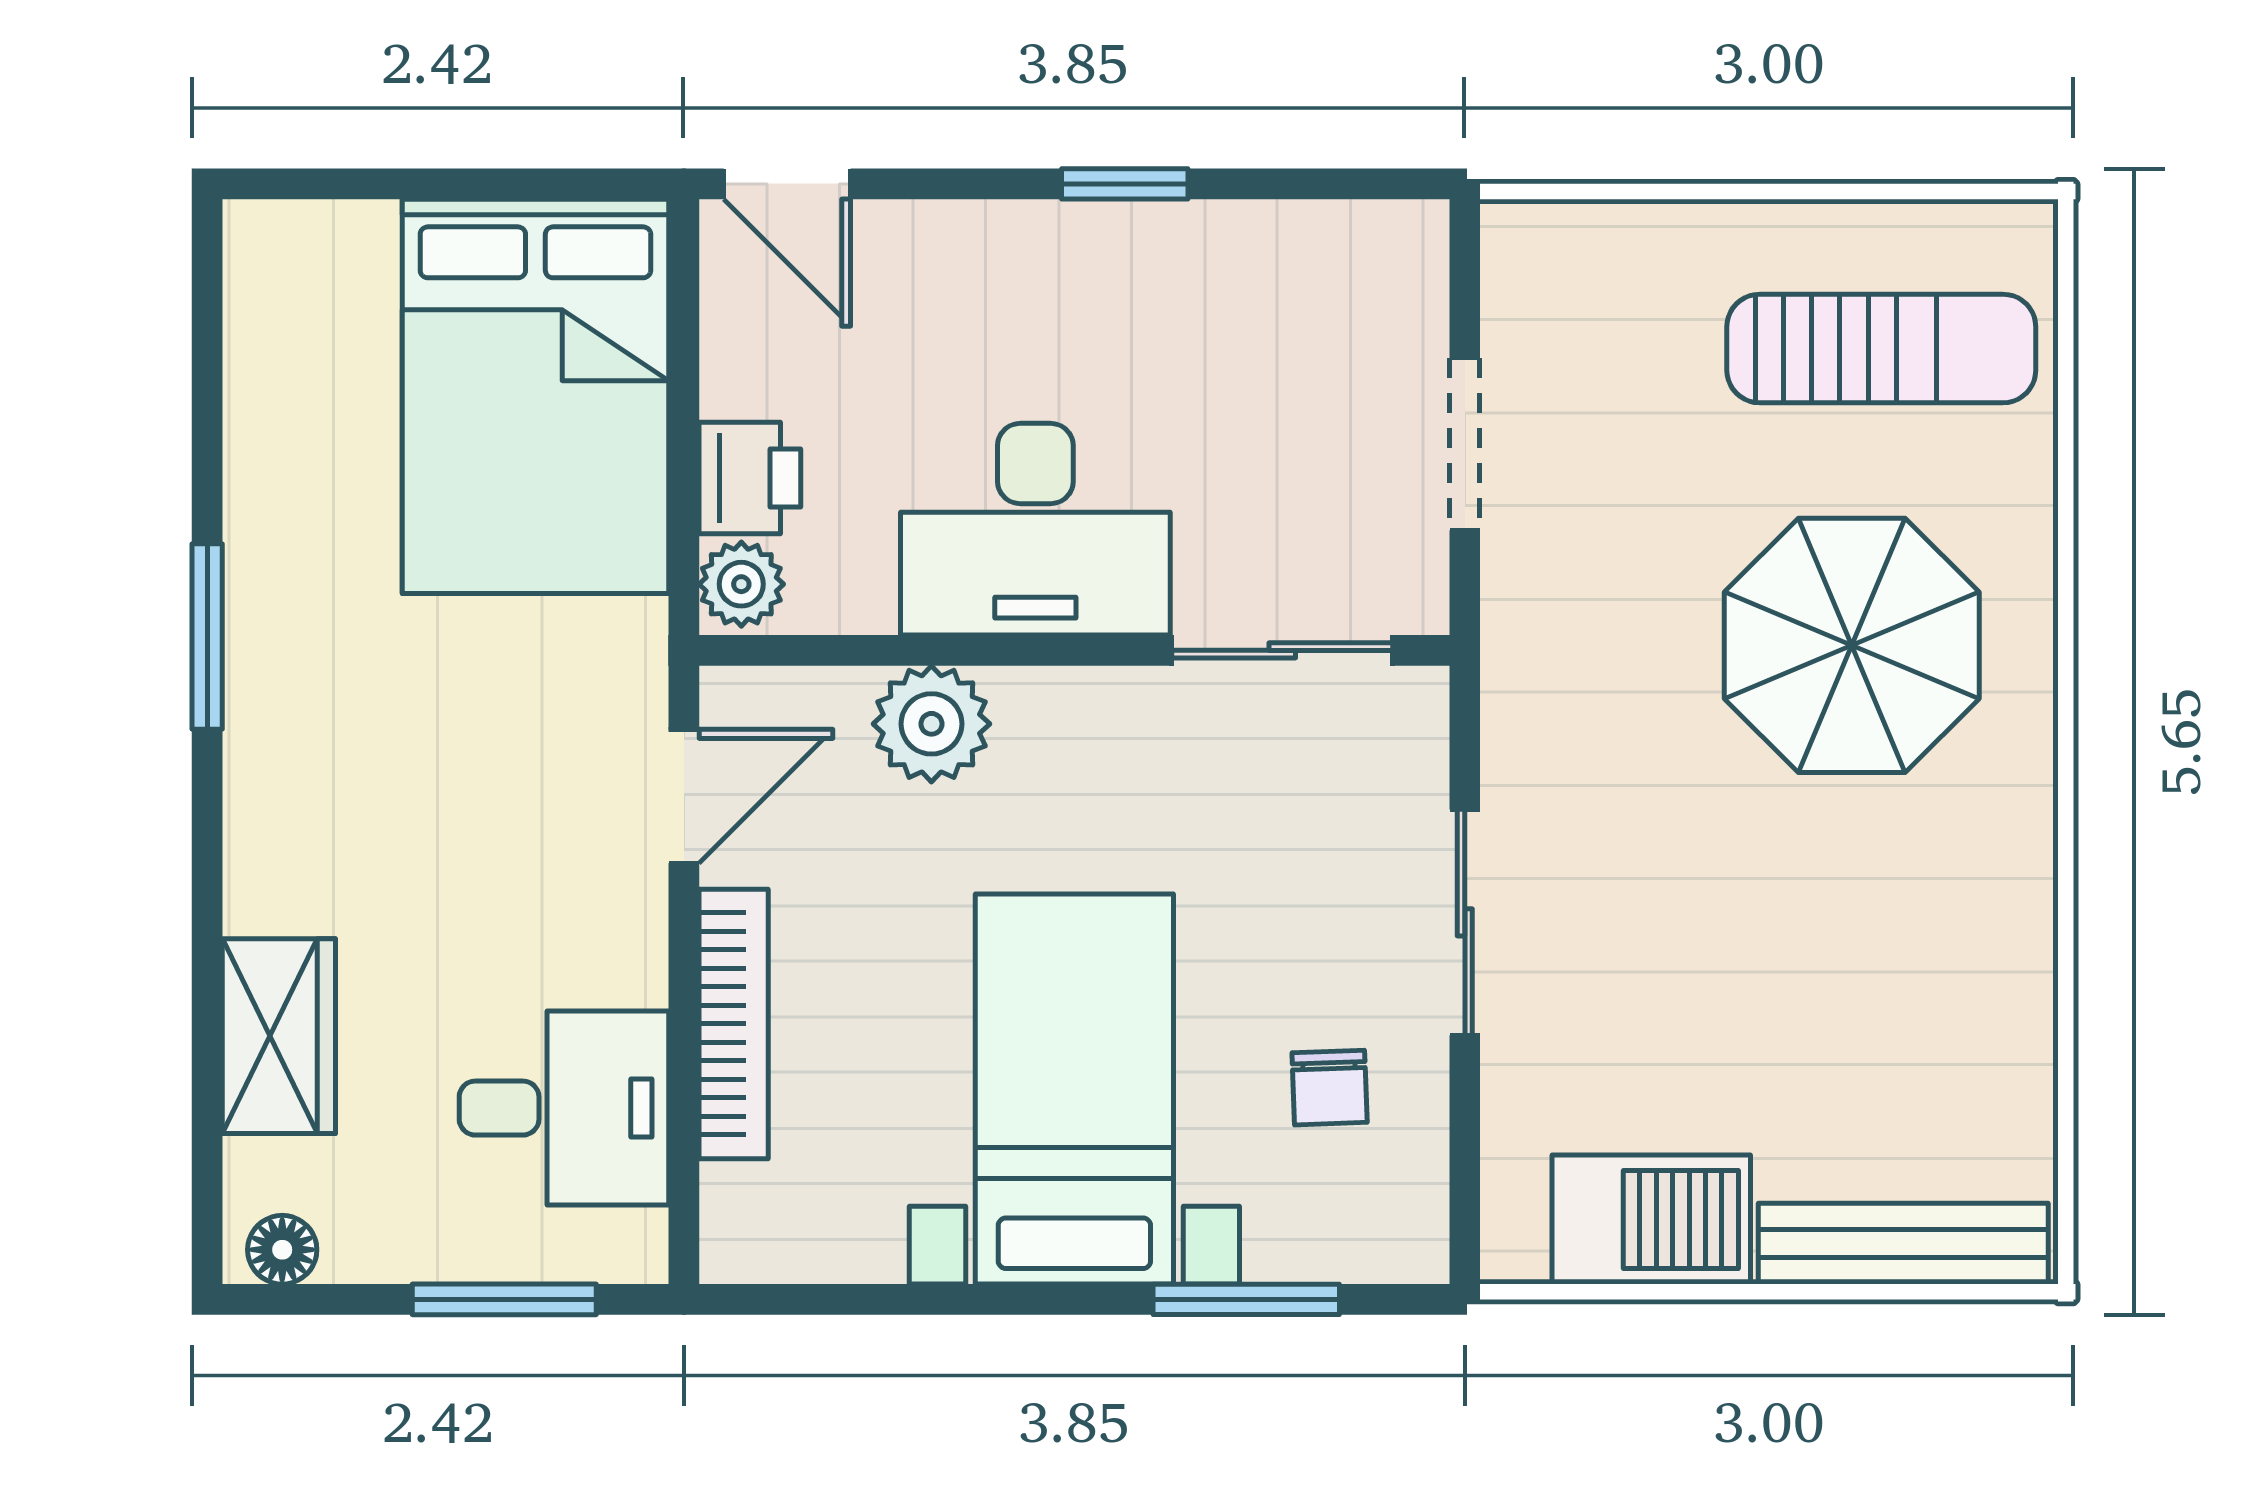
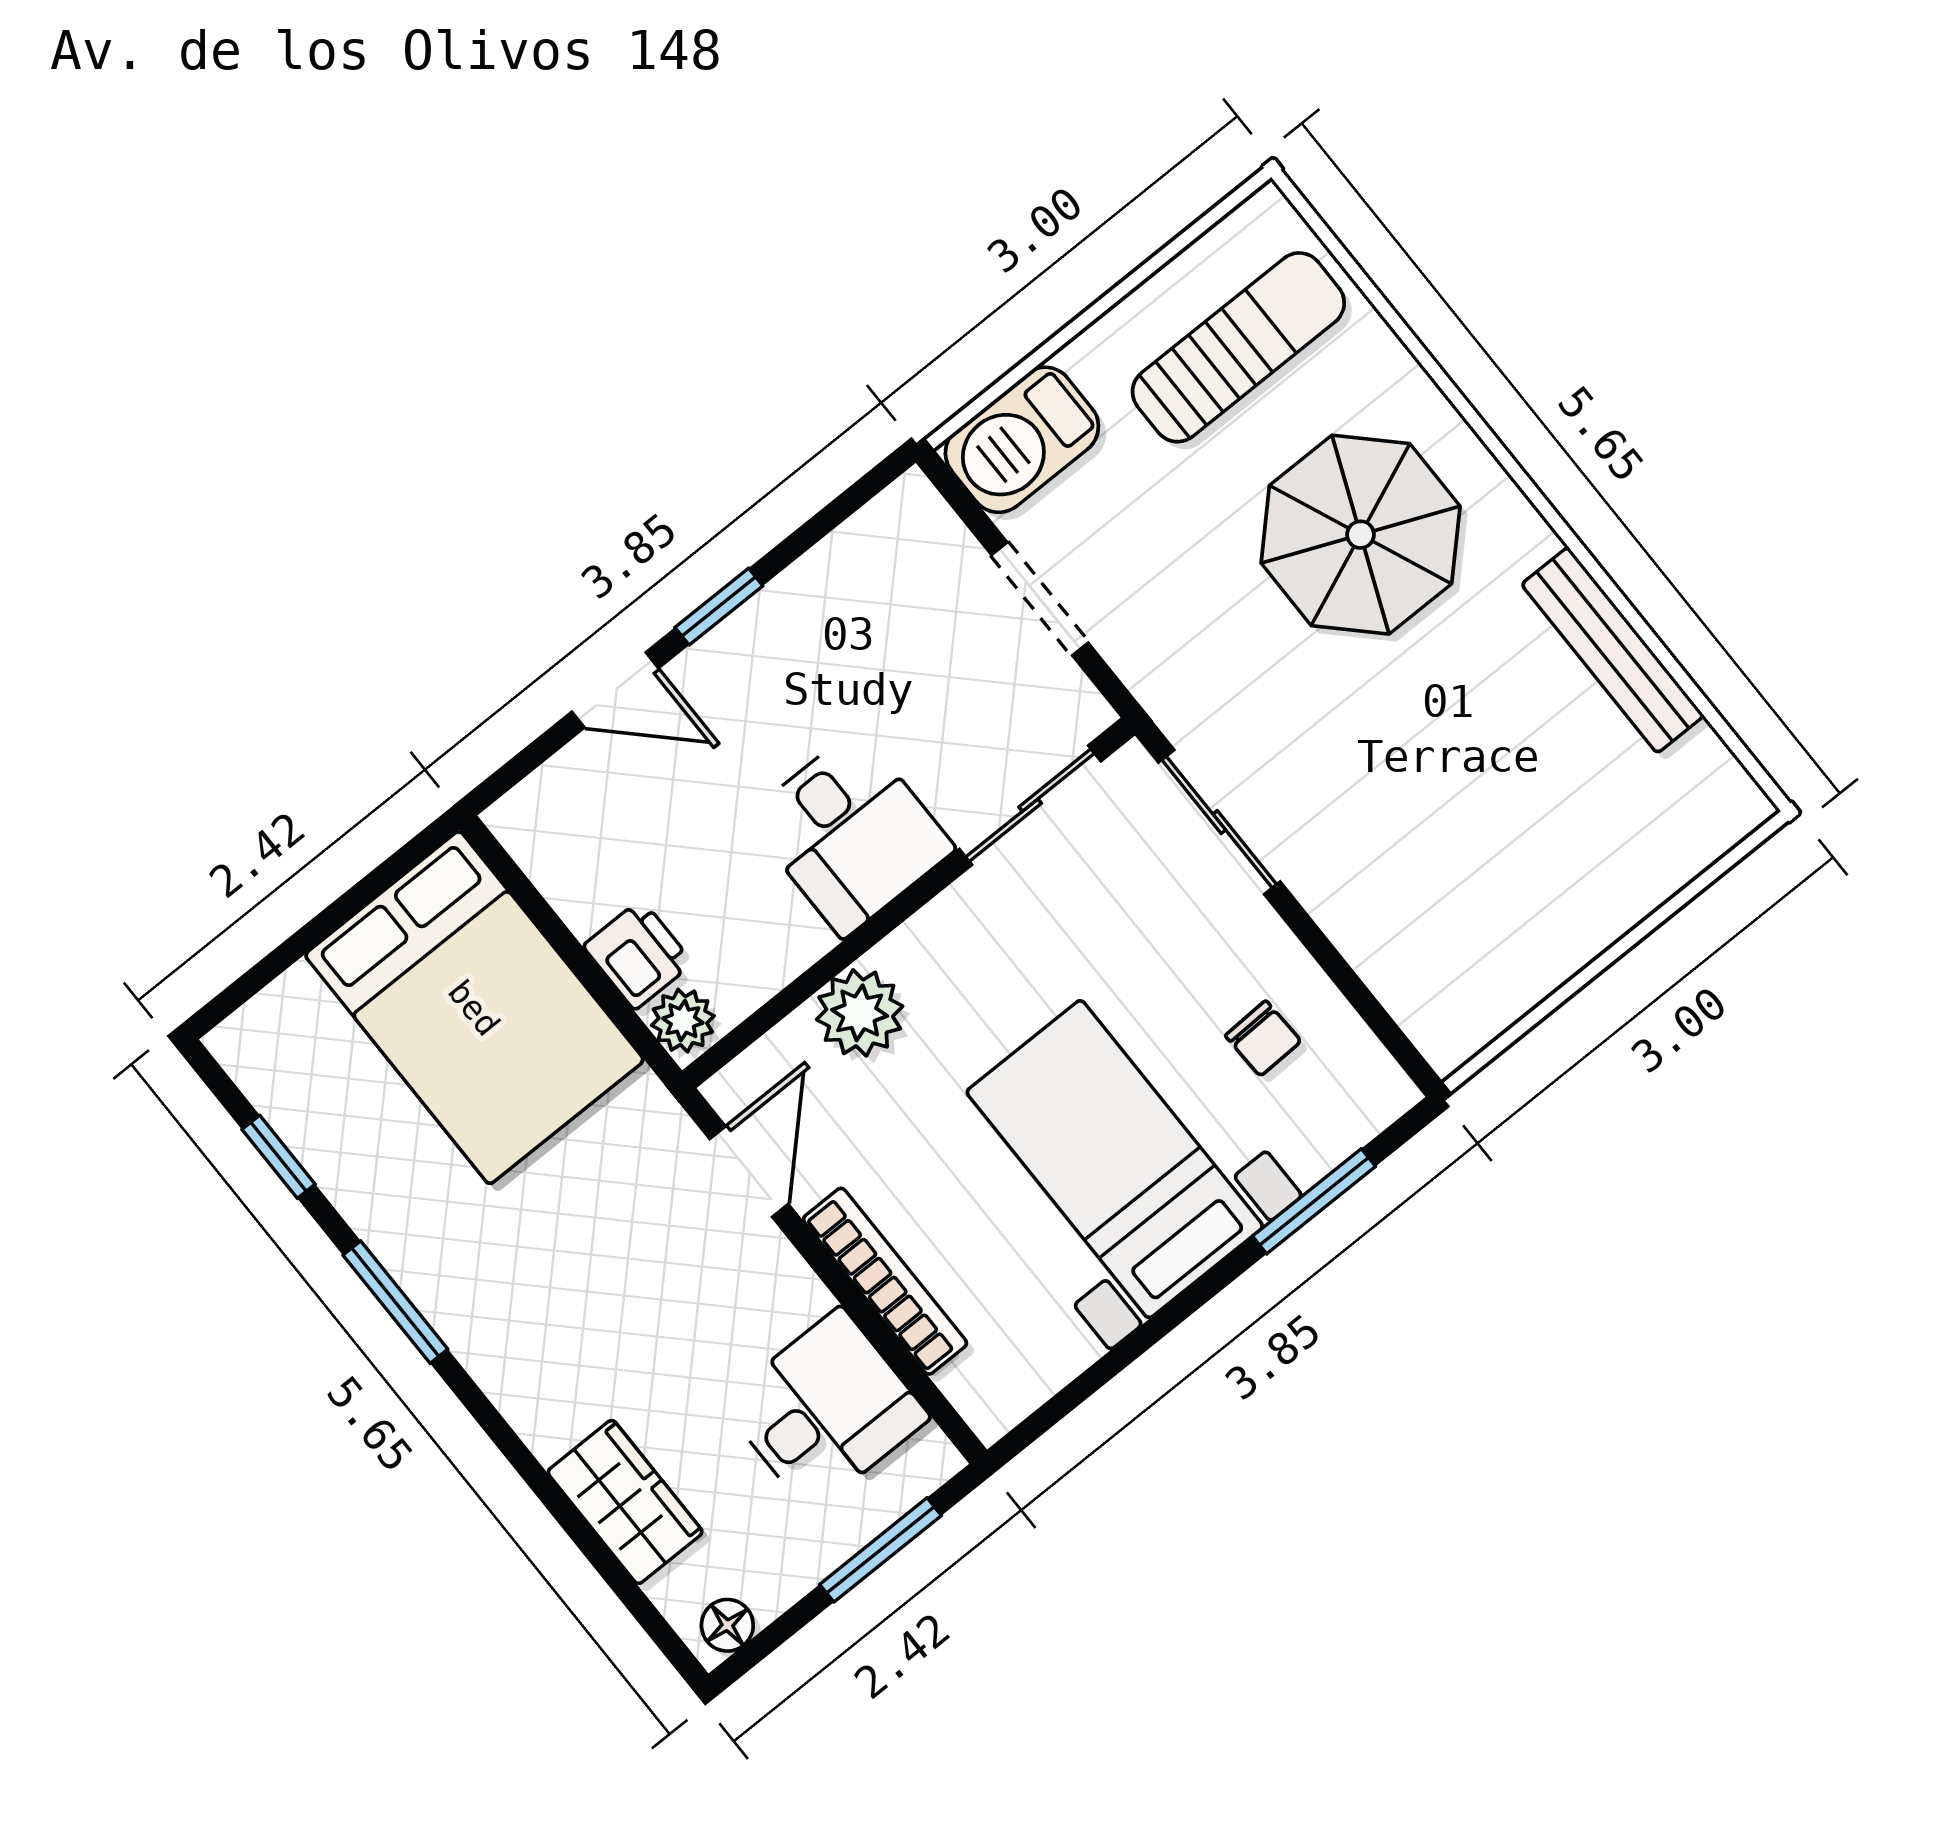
door: (787, 184) -> (615, 690), moved
window: (207, 388) -> (279, 1157), added
desk: (1035, 529) -> (850, 833), width x0.73
sliding door: (1465, 922) -> (1219, 822), moved
barbecue: (1651, 1220) -> (1022, 440), moved, turned 180
bench: (1903, 1244) -> (1613, 650), moved, turned 90

